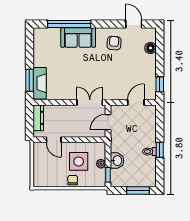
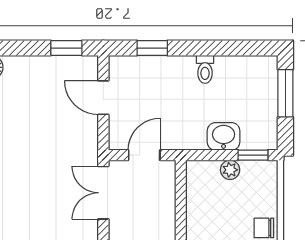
door: (108, 122) -> (144, 155), swing flipped
window: (160, 150) -> (152, 48), moved
side table: (79, 161) -> (225, 216), removed

